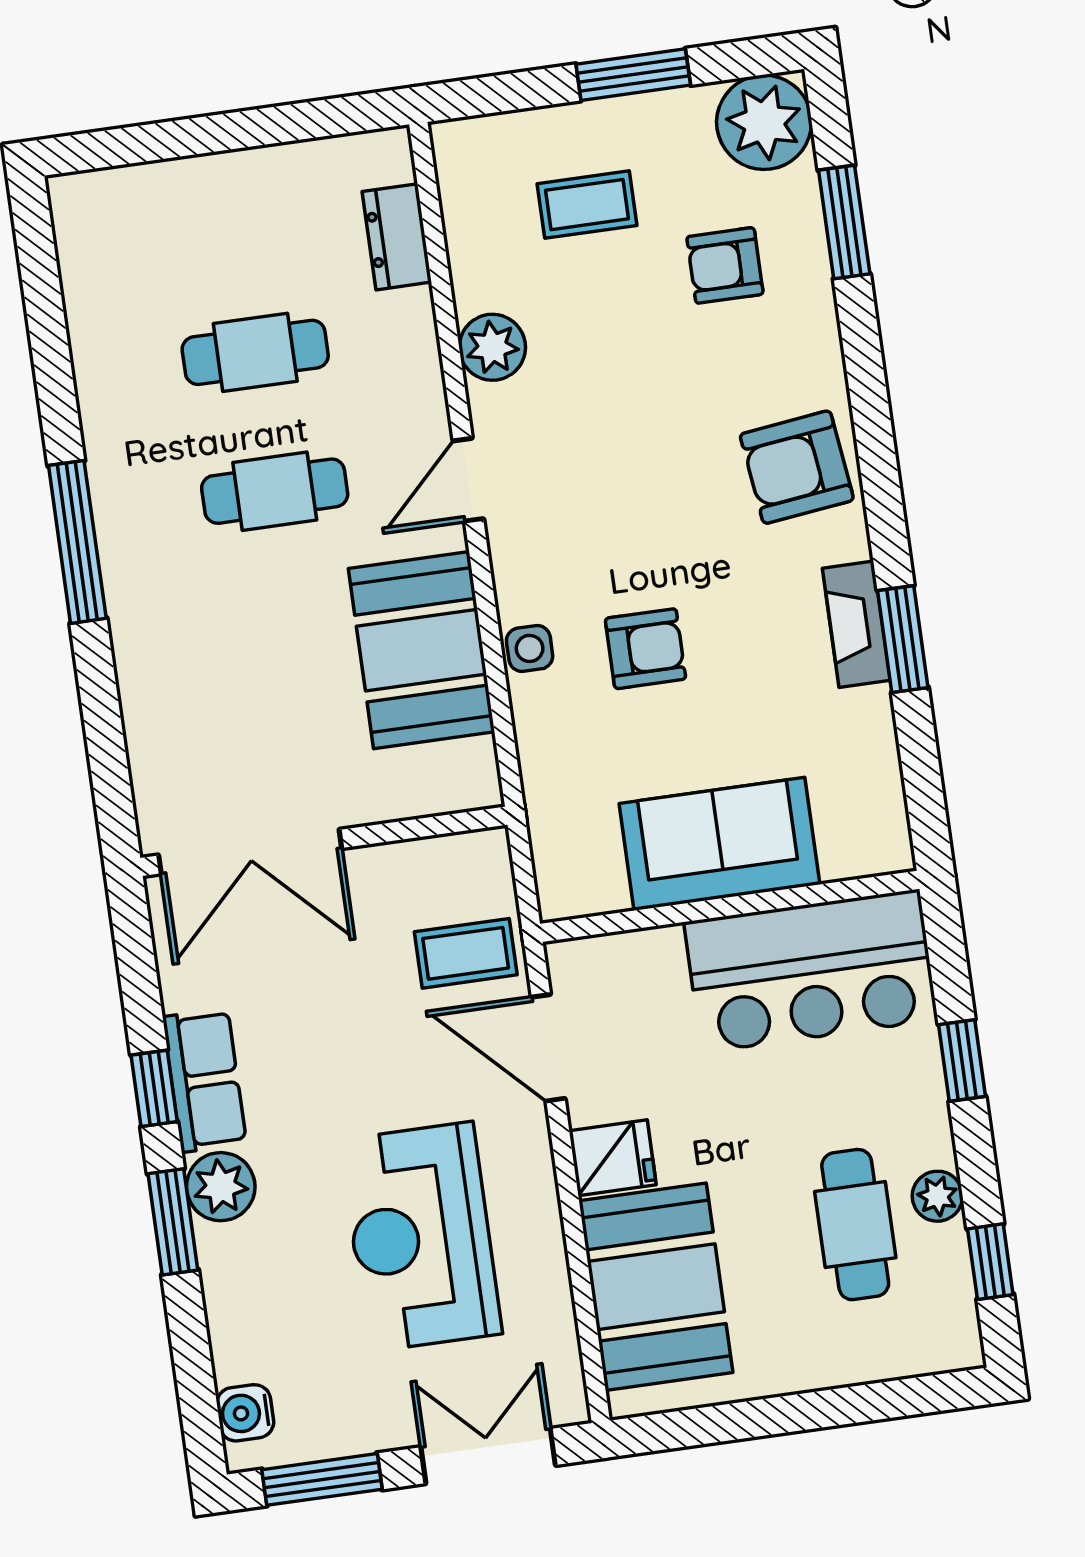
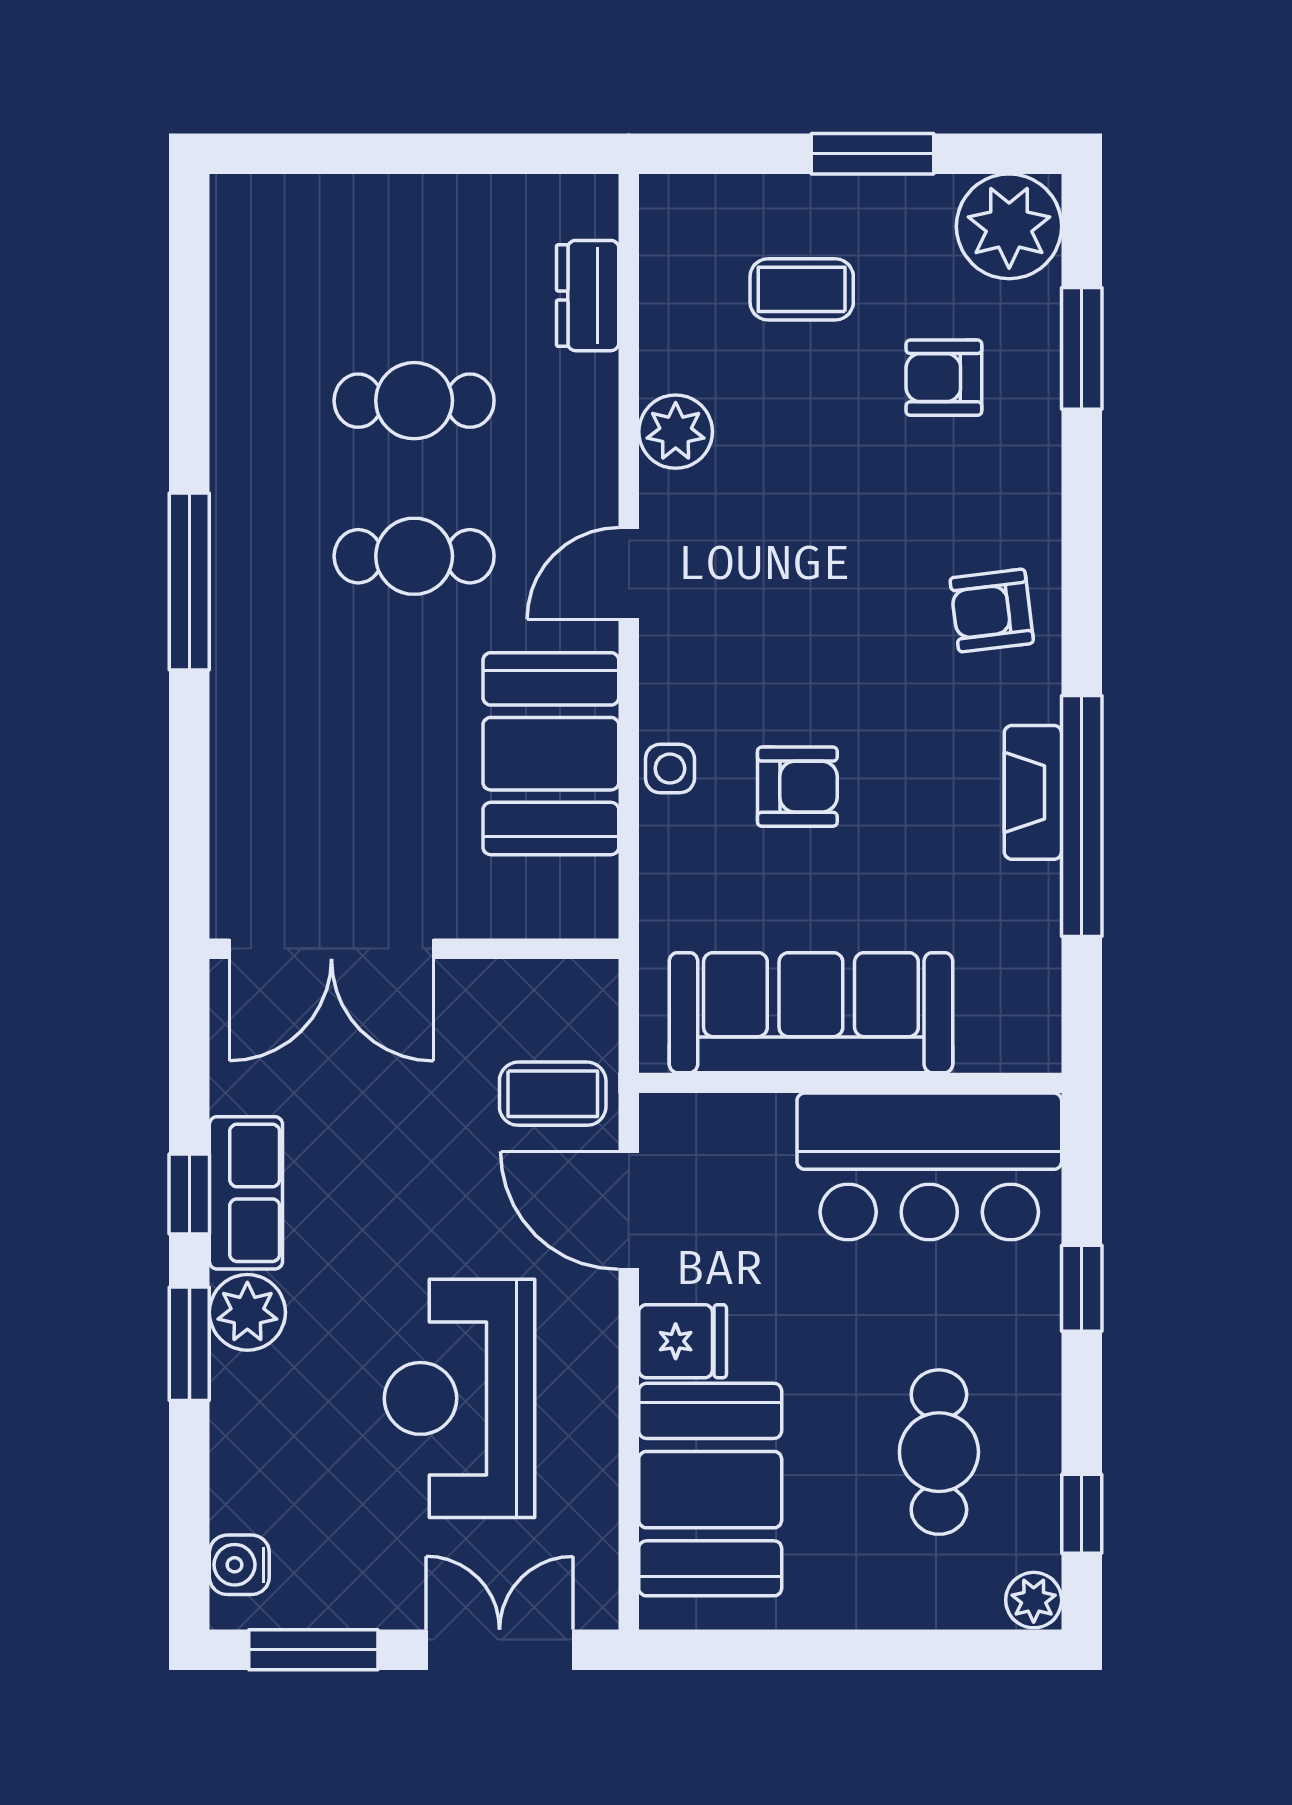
armchair: (797, 467) -> (992, 611), width x0.72, depth x0.72
window: (903, 639) -> (1082, 816), width x2.11
sofa: (719, 844) -> (811, 1013), width x1.36
plant: (937, 1196) -> (1034, 1600), moved

